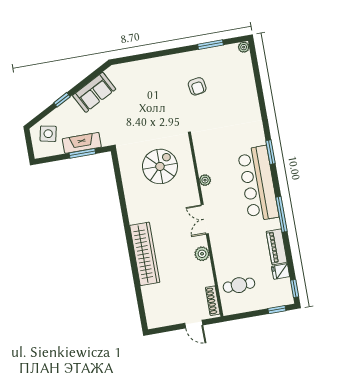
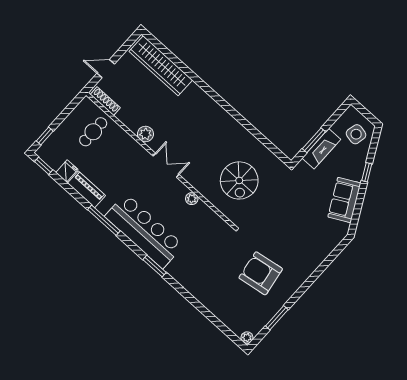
armchair: (197, 86) -> (261, 273), width x1.88, depth x1.88
wardrobe: (145, 254) -> (161, 66), moved

